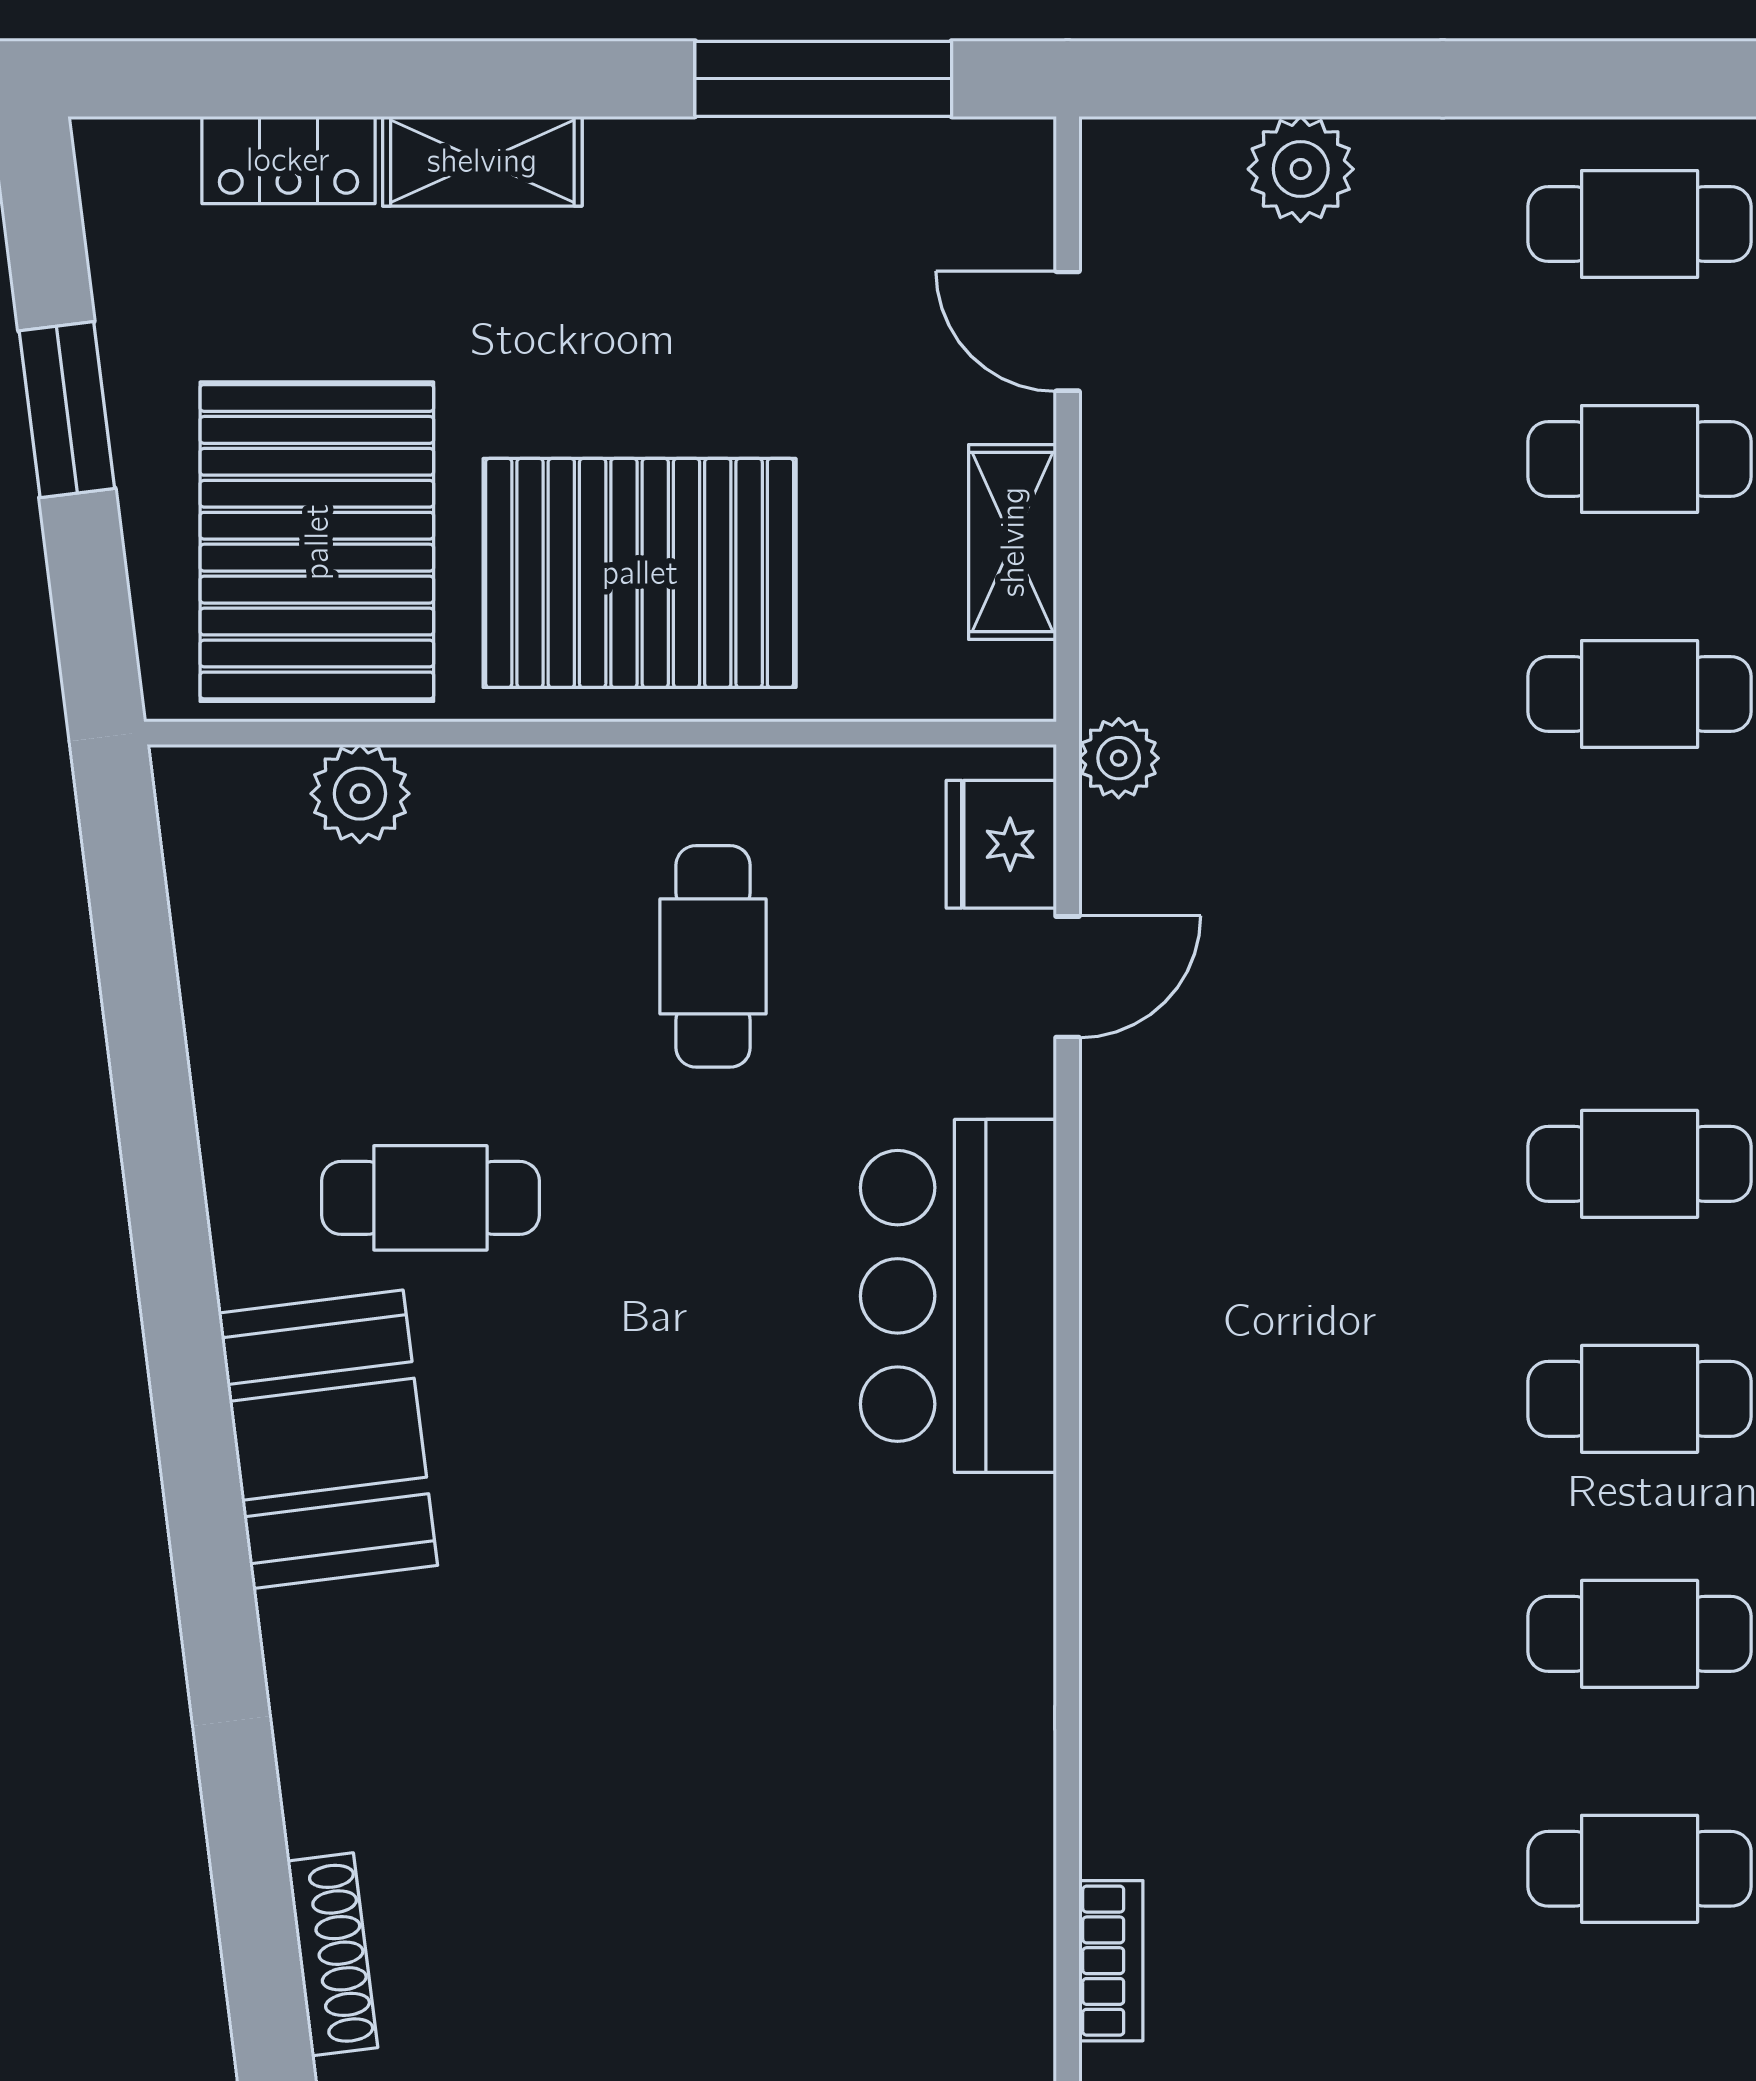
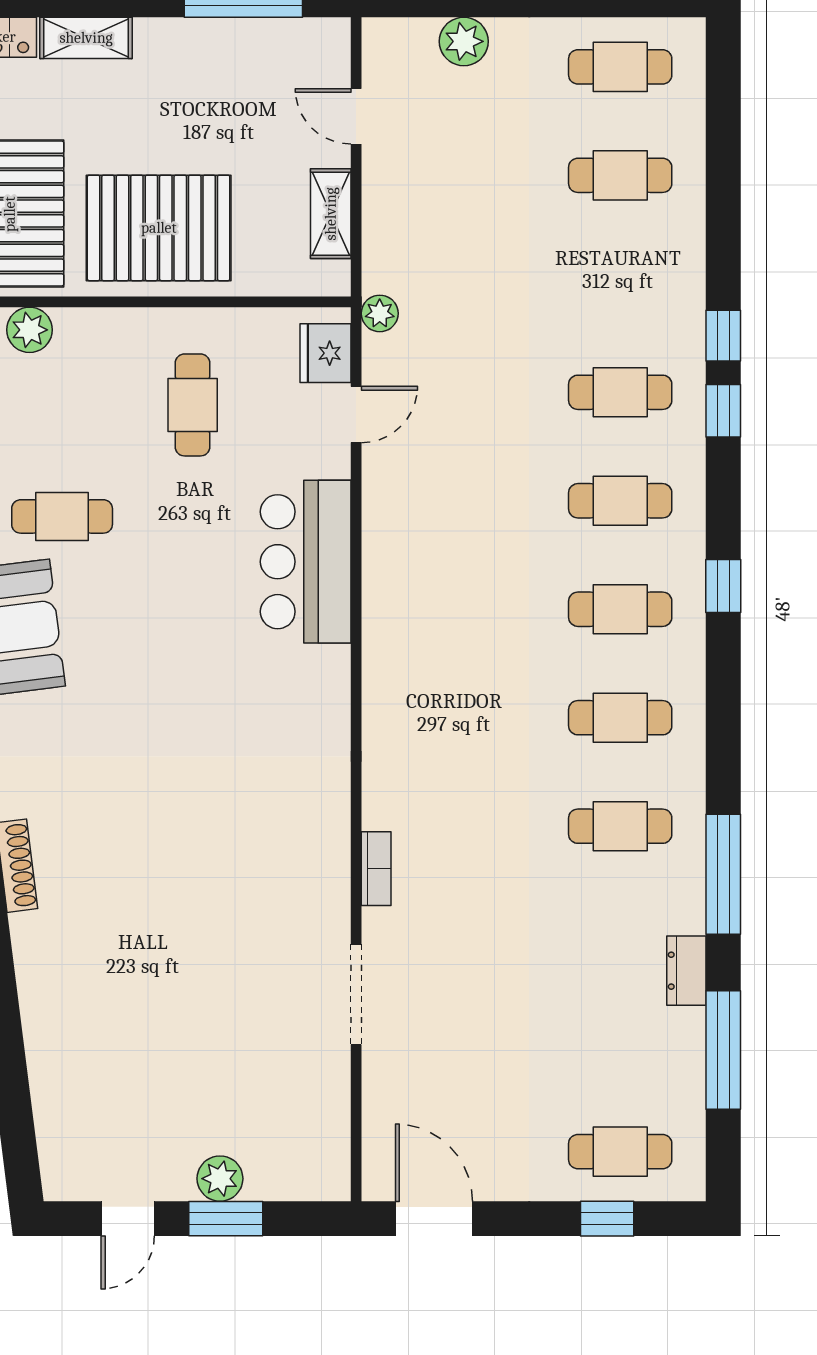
cafe table: (1640, 694) -> (620, 392), moved

